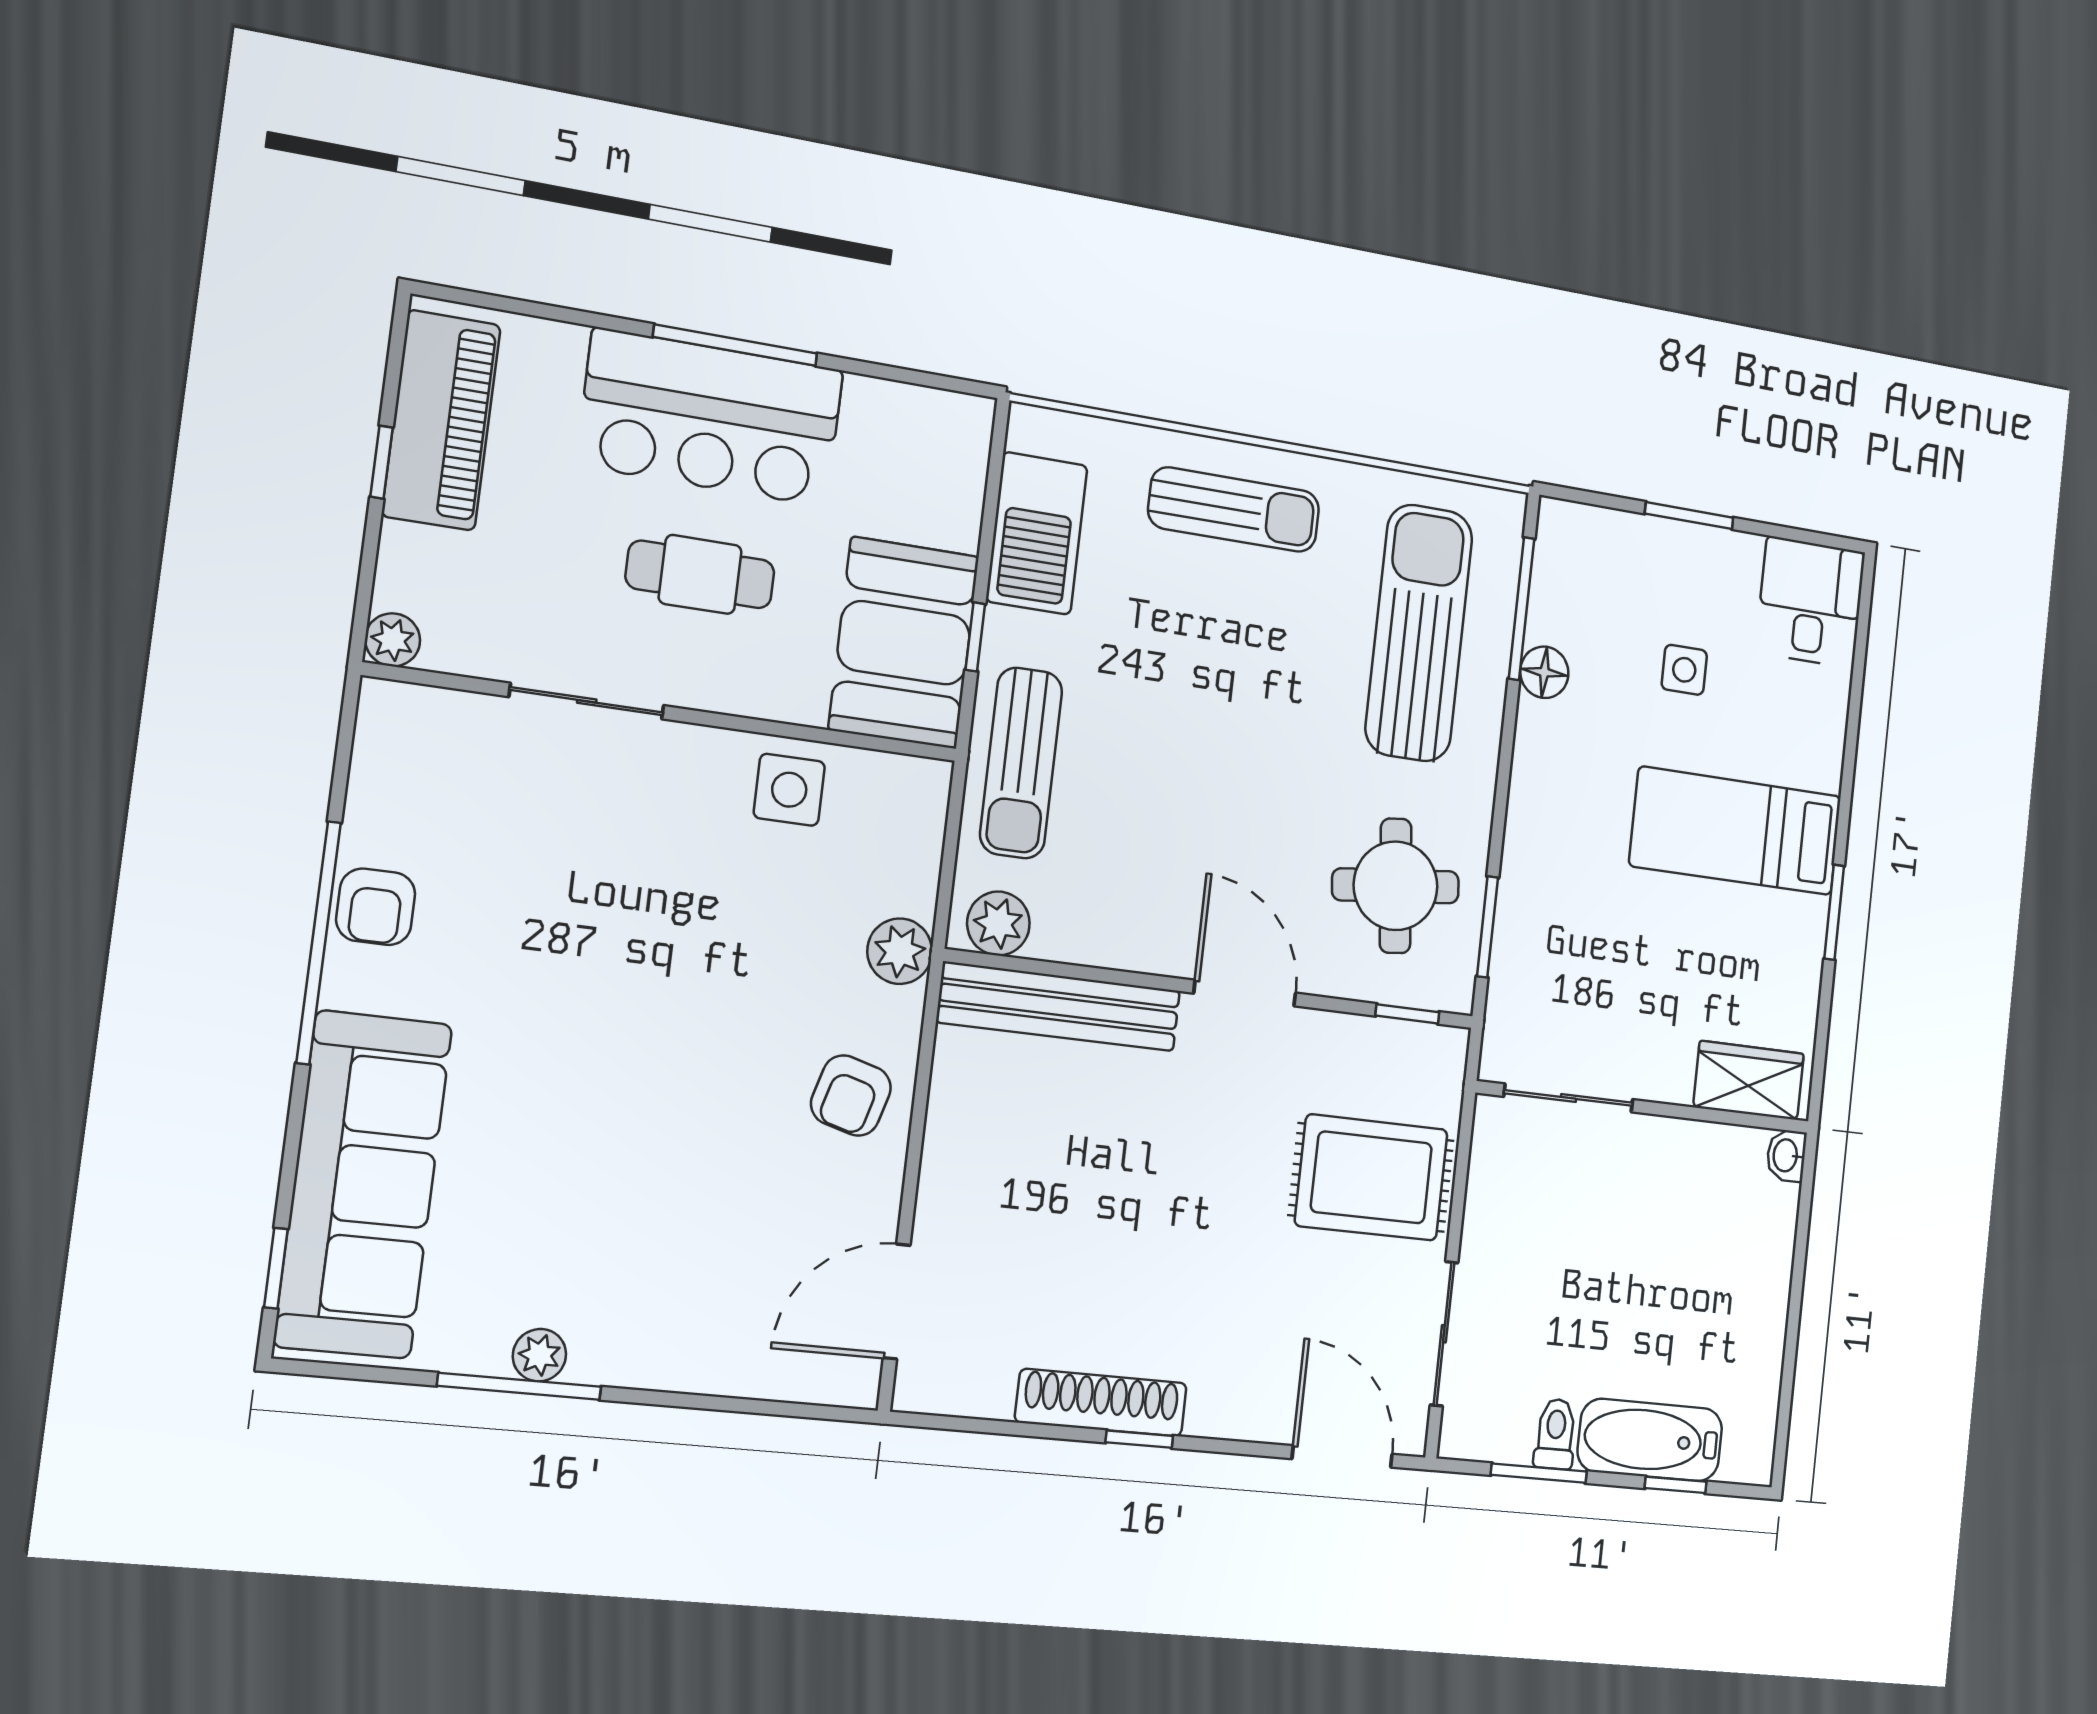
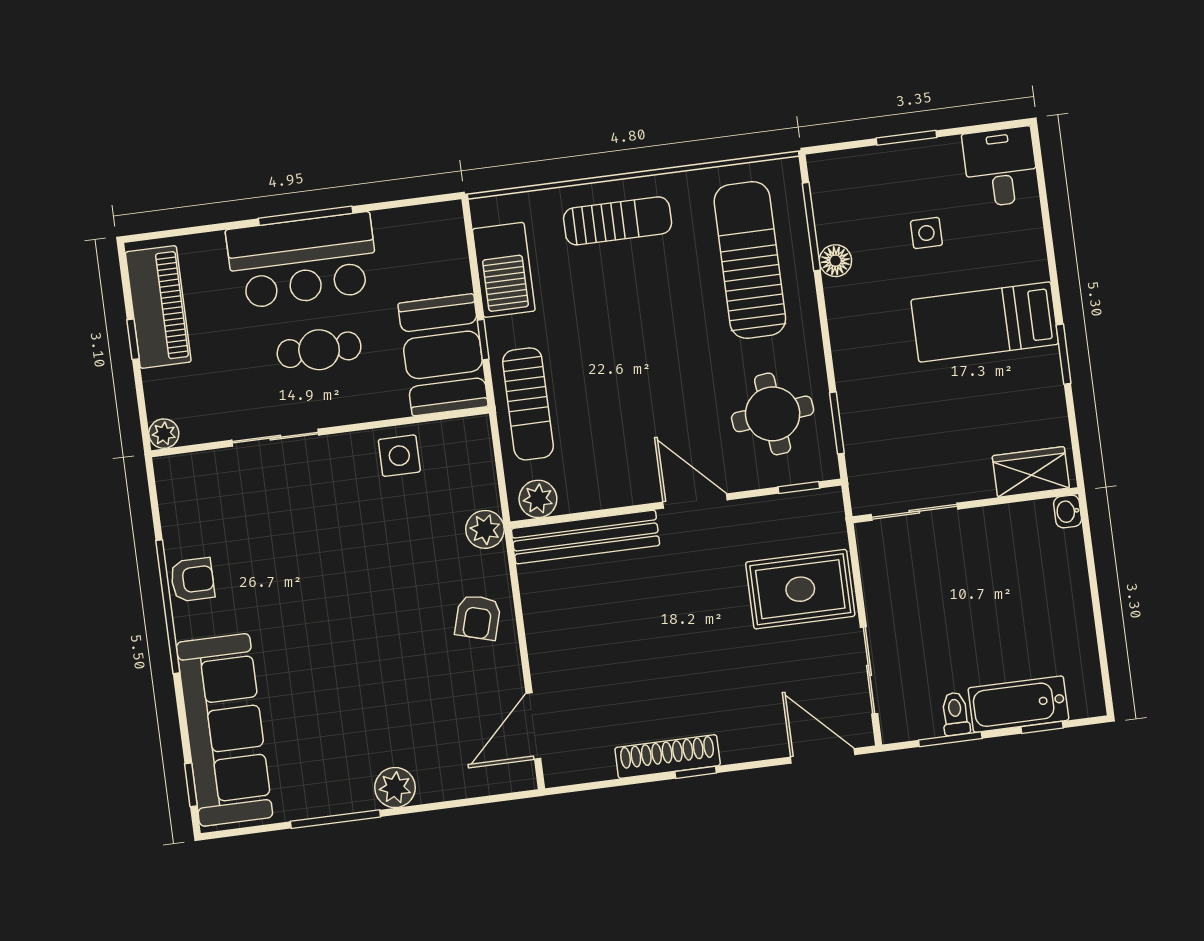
armchair: (376, 907) -> (192, 580), turned -90
plant: (539, 1355) -> (395, 788), moved, width x1.38, depth x1.38

